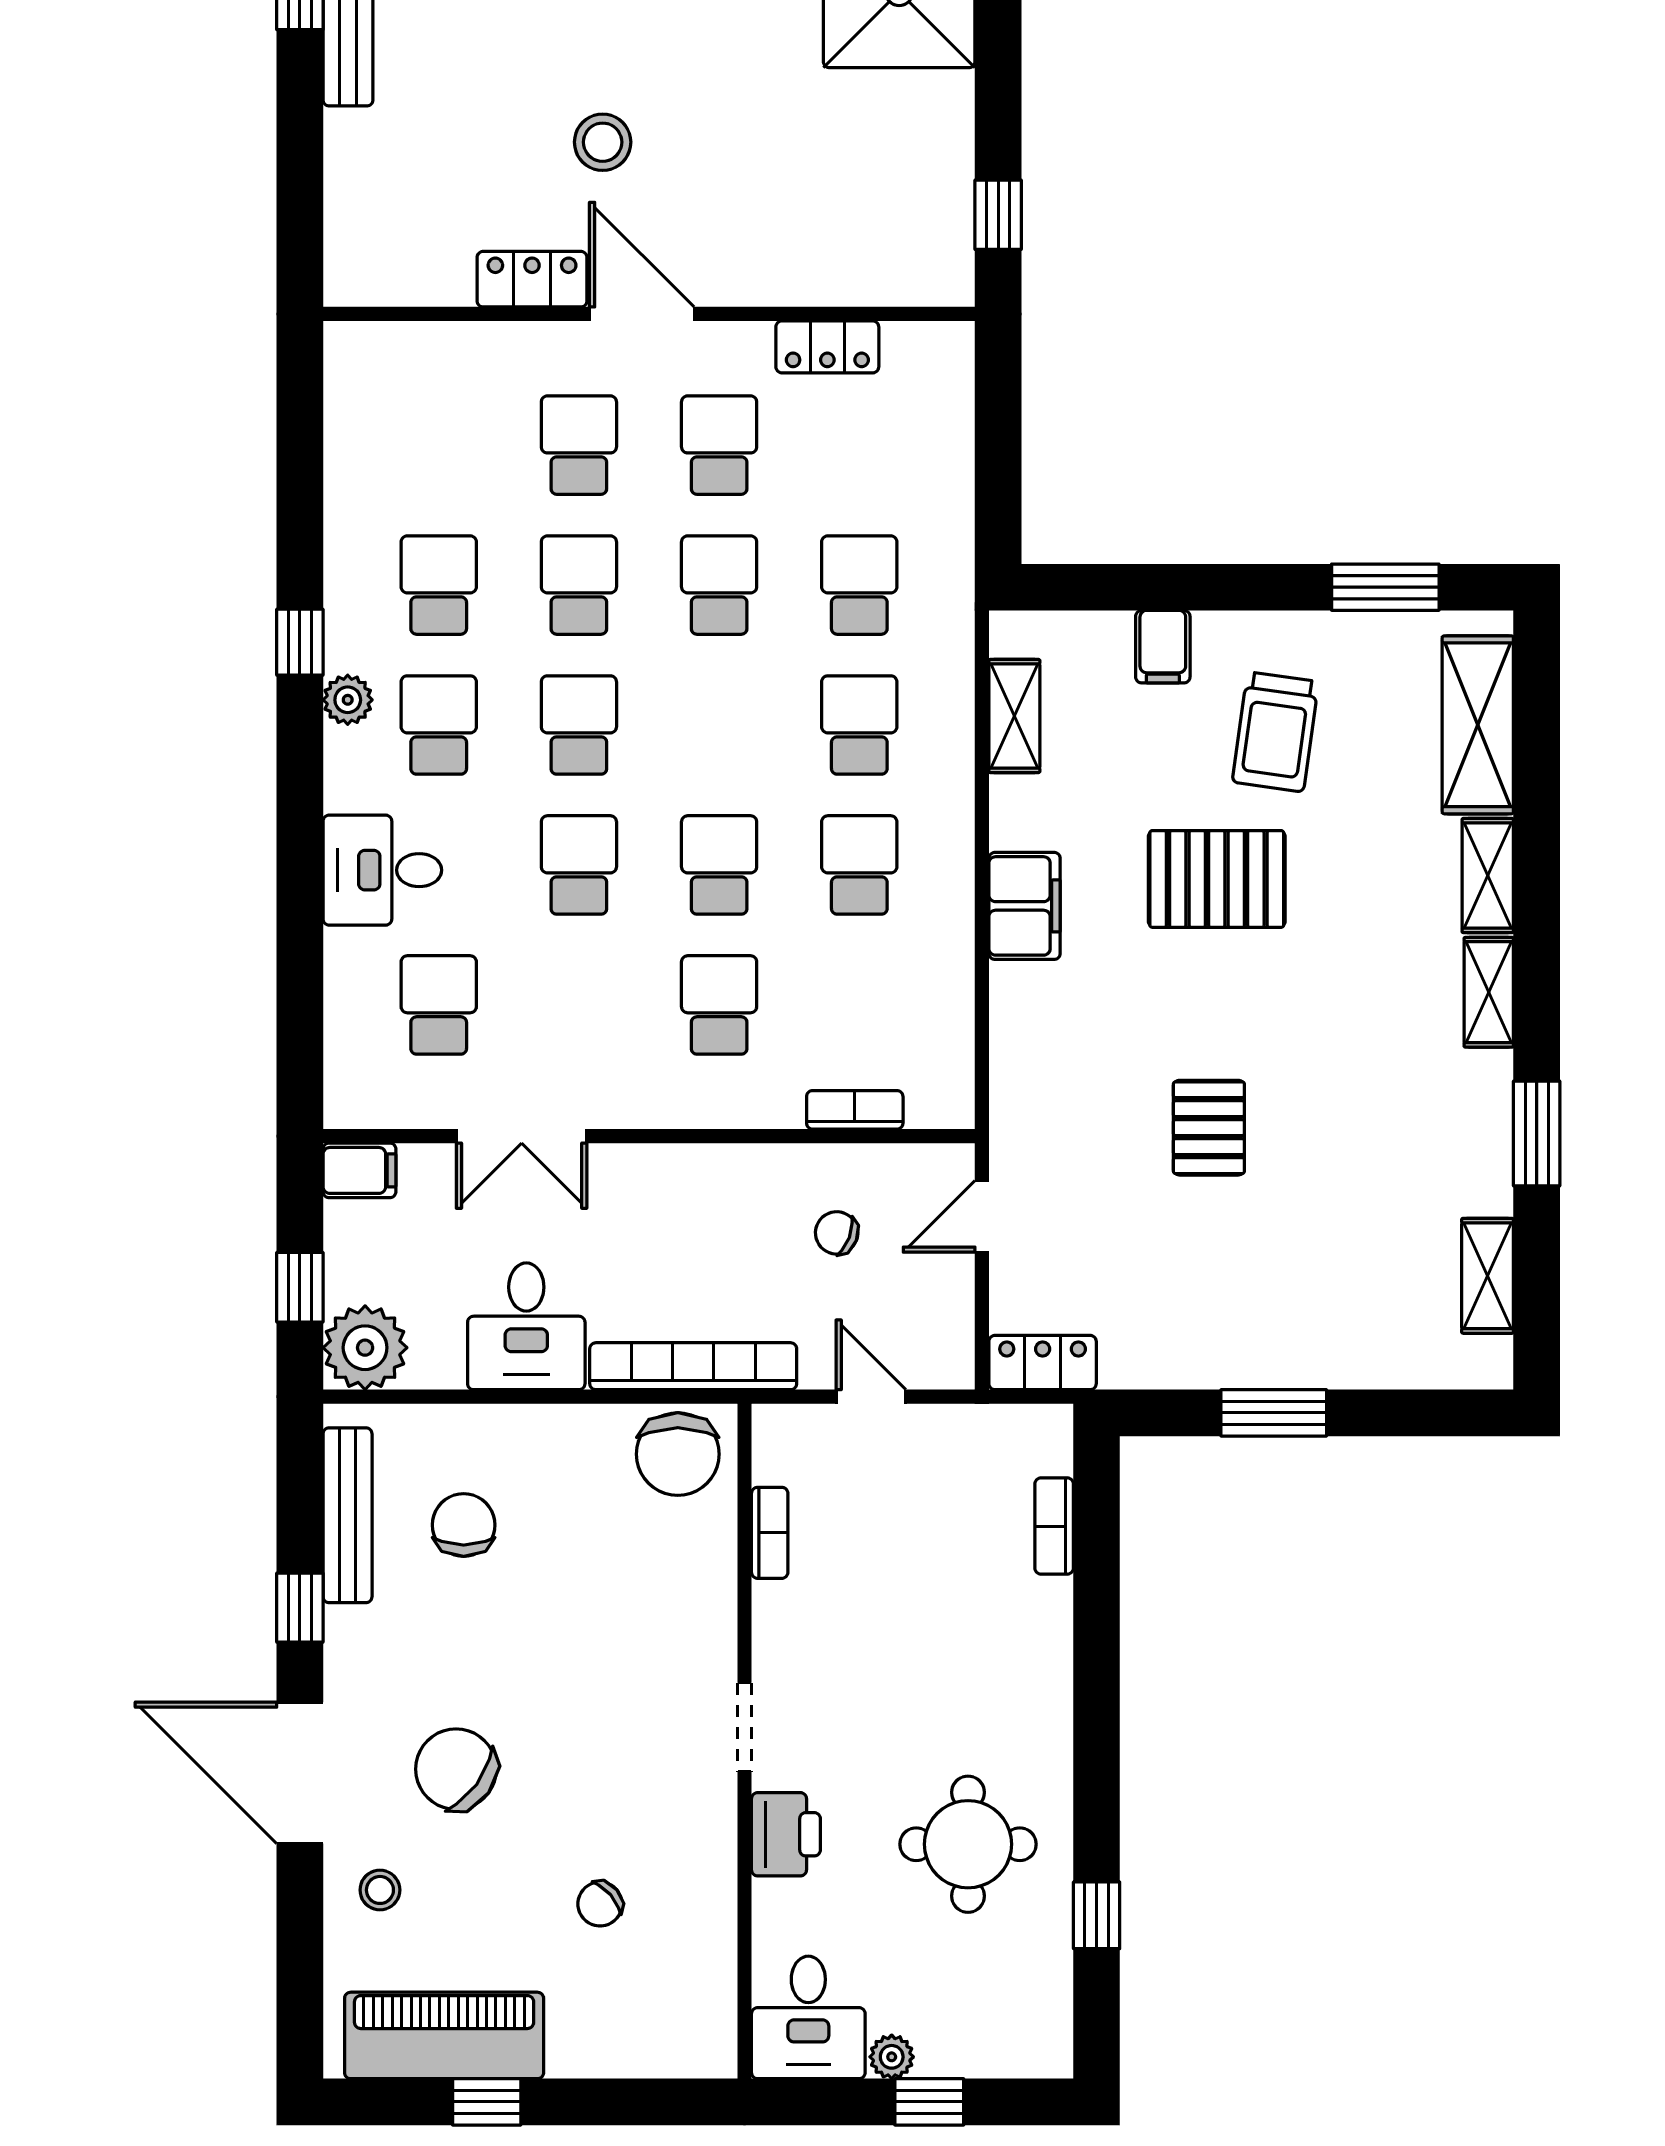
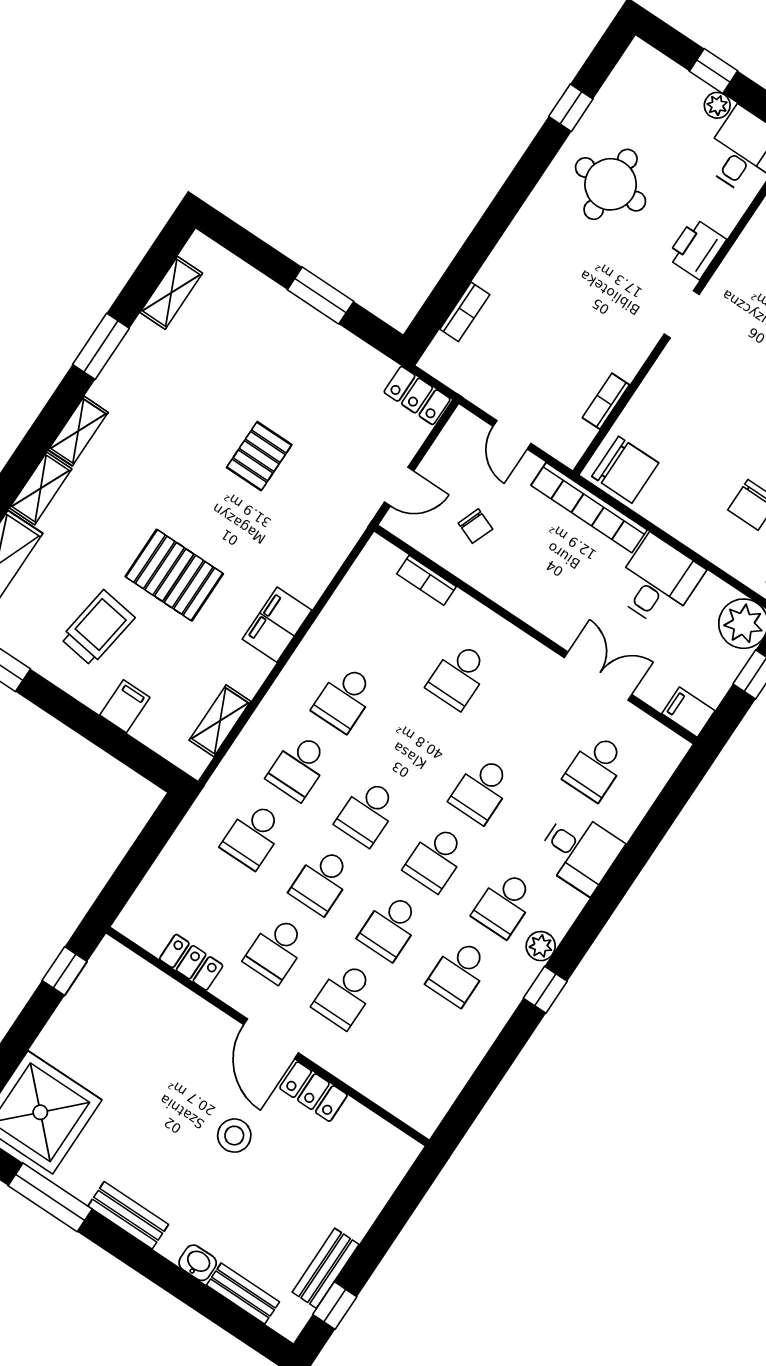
school desk: (719, 865) -> (367, 813), moved
chair: (678, 1454) -> (625, 470), turned 90

